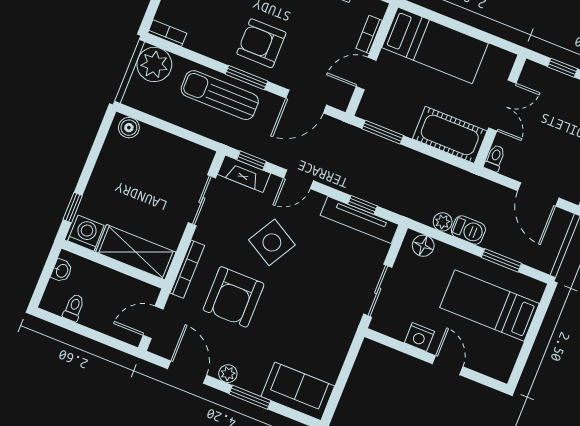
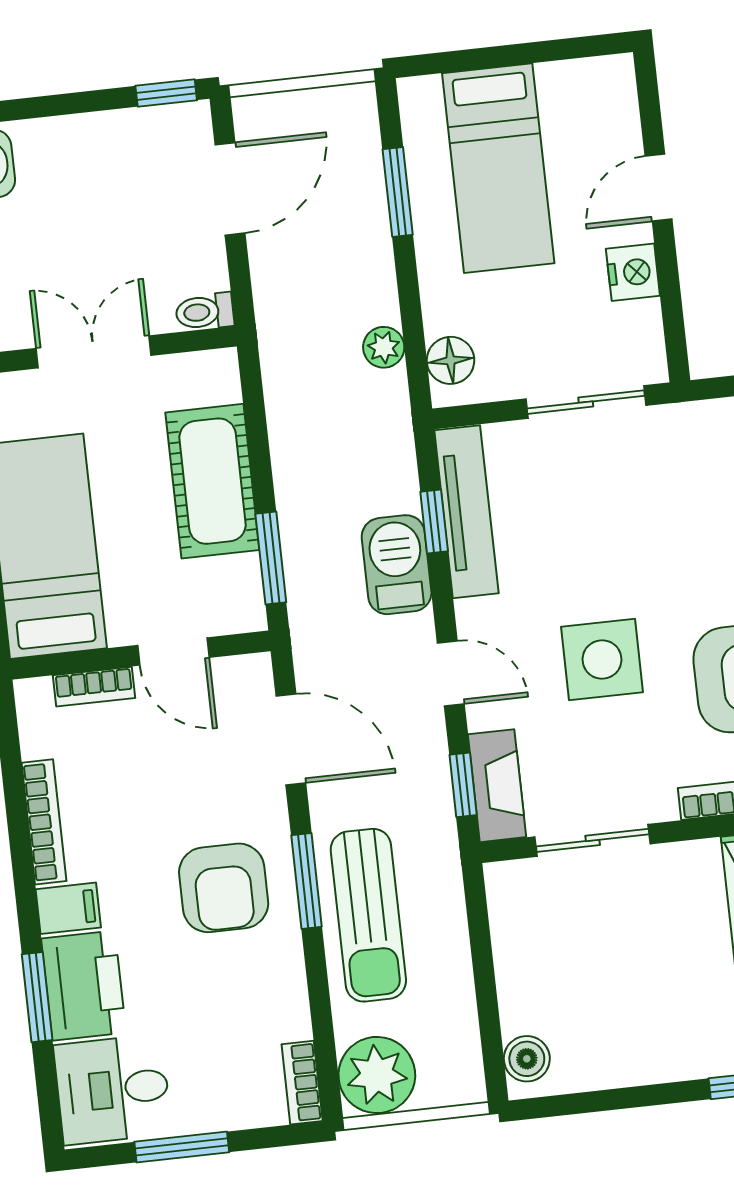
cot: (450, 135) -> (212, 481), moved
barbecue: (468, 230) -> (397, 565), moved, width x1.38, depth x1.27
side table: (272, 242) -> (602, 659), turned -30

